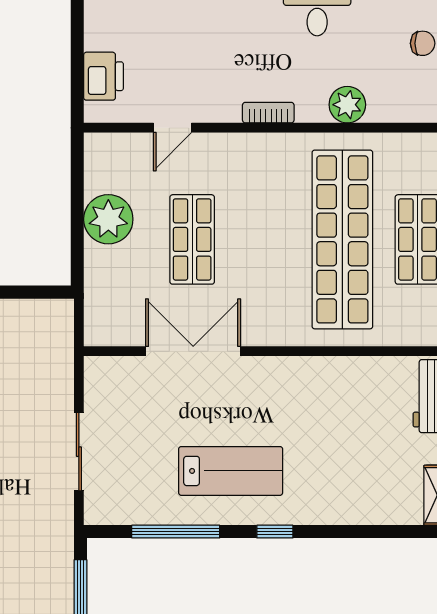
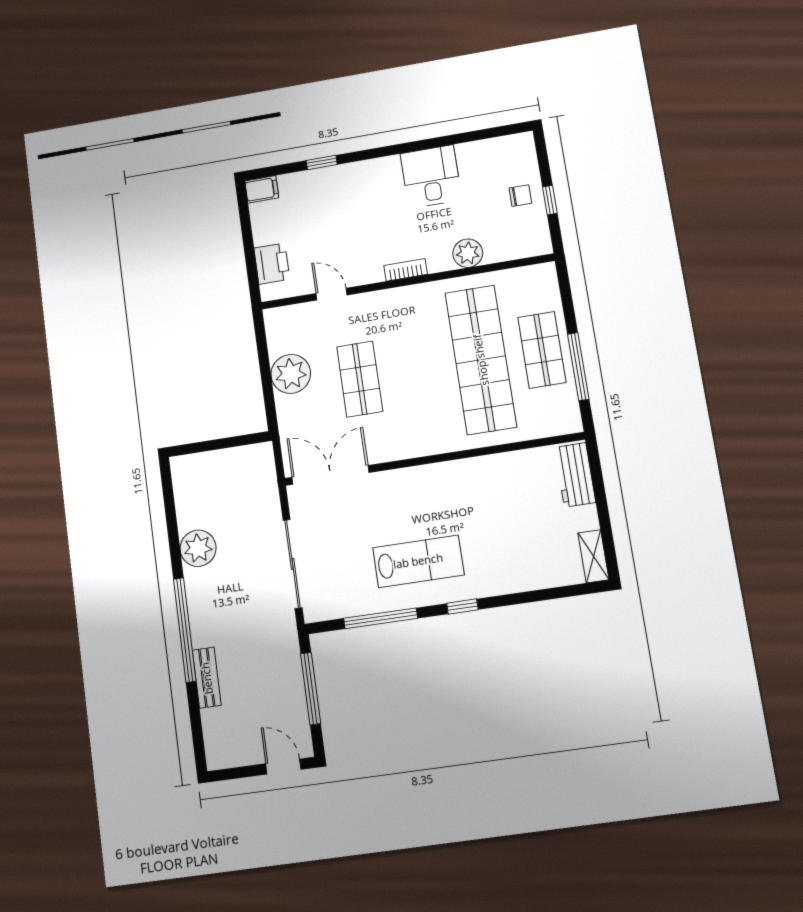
door: (173, 128) -> (331, 294), swing flipped
double door: (193, 351) -> (330, 475), moved
sliding door: (79, 452) -> (293, 564), width x1.37

